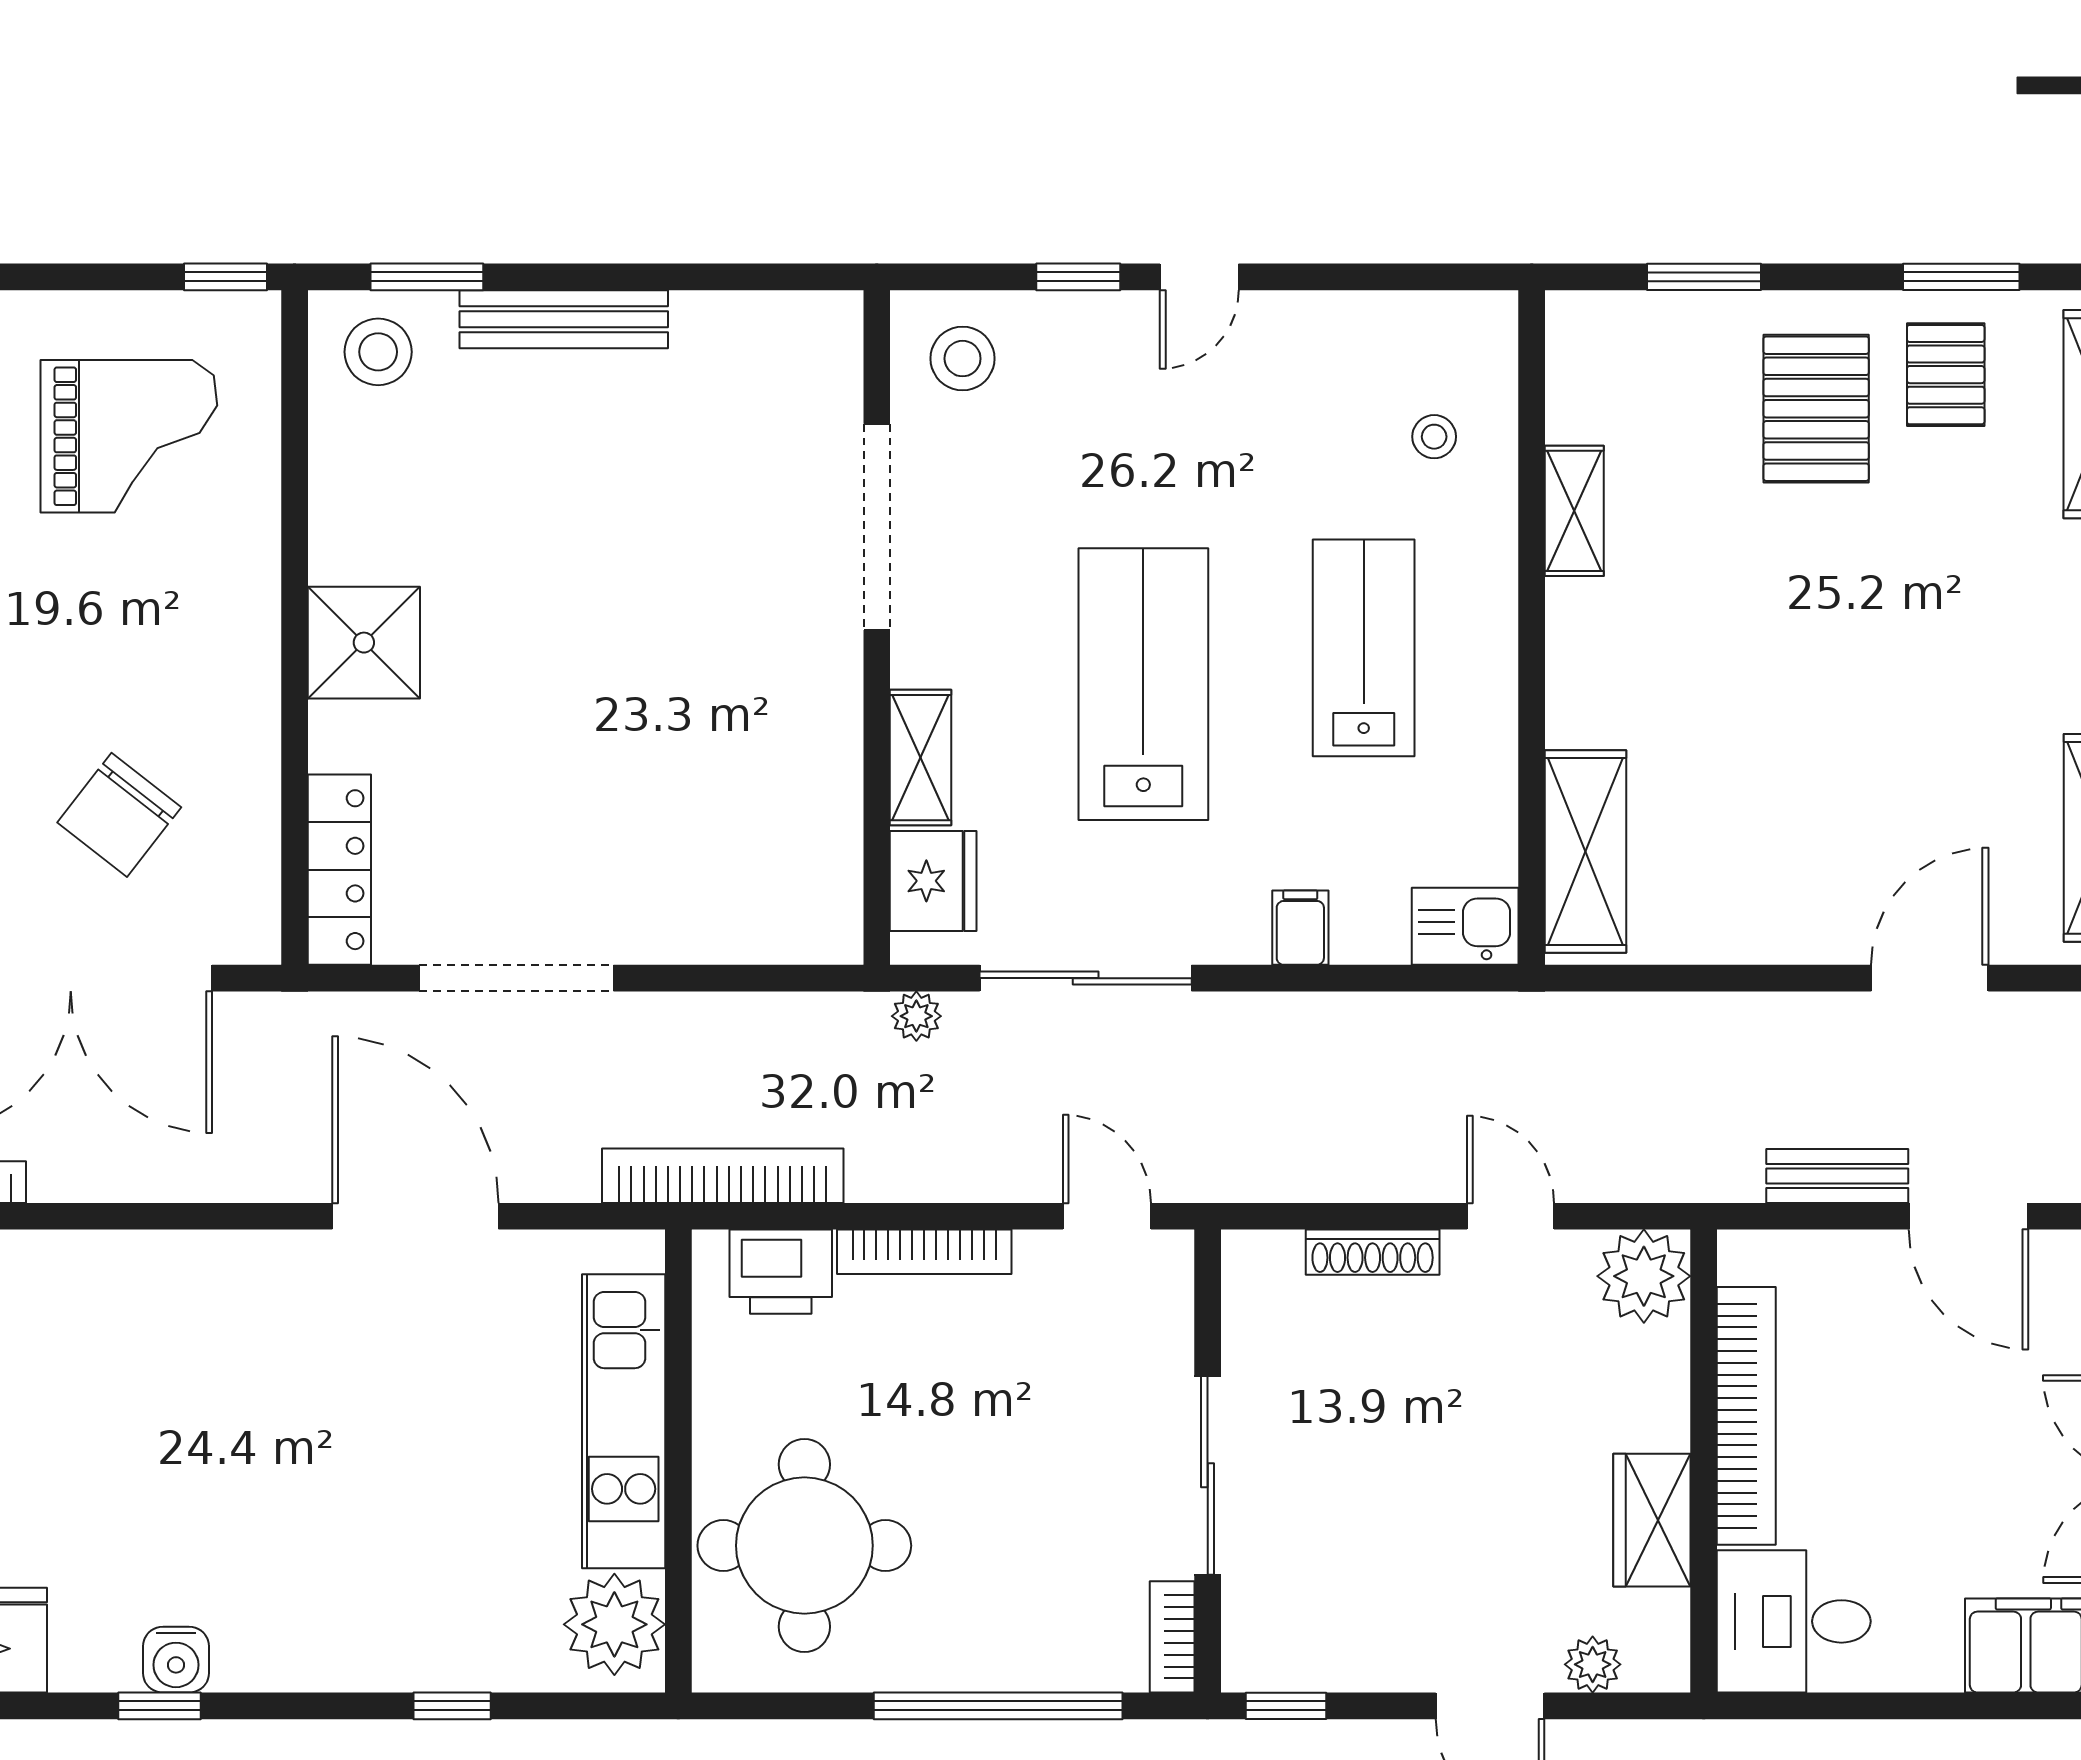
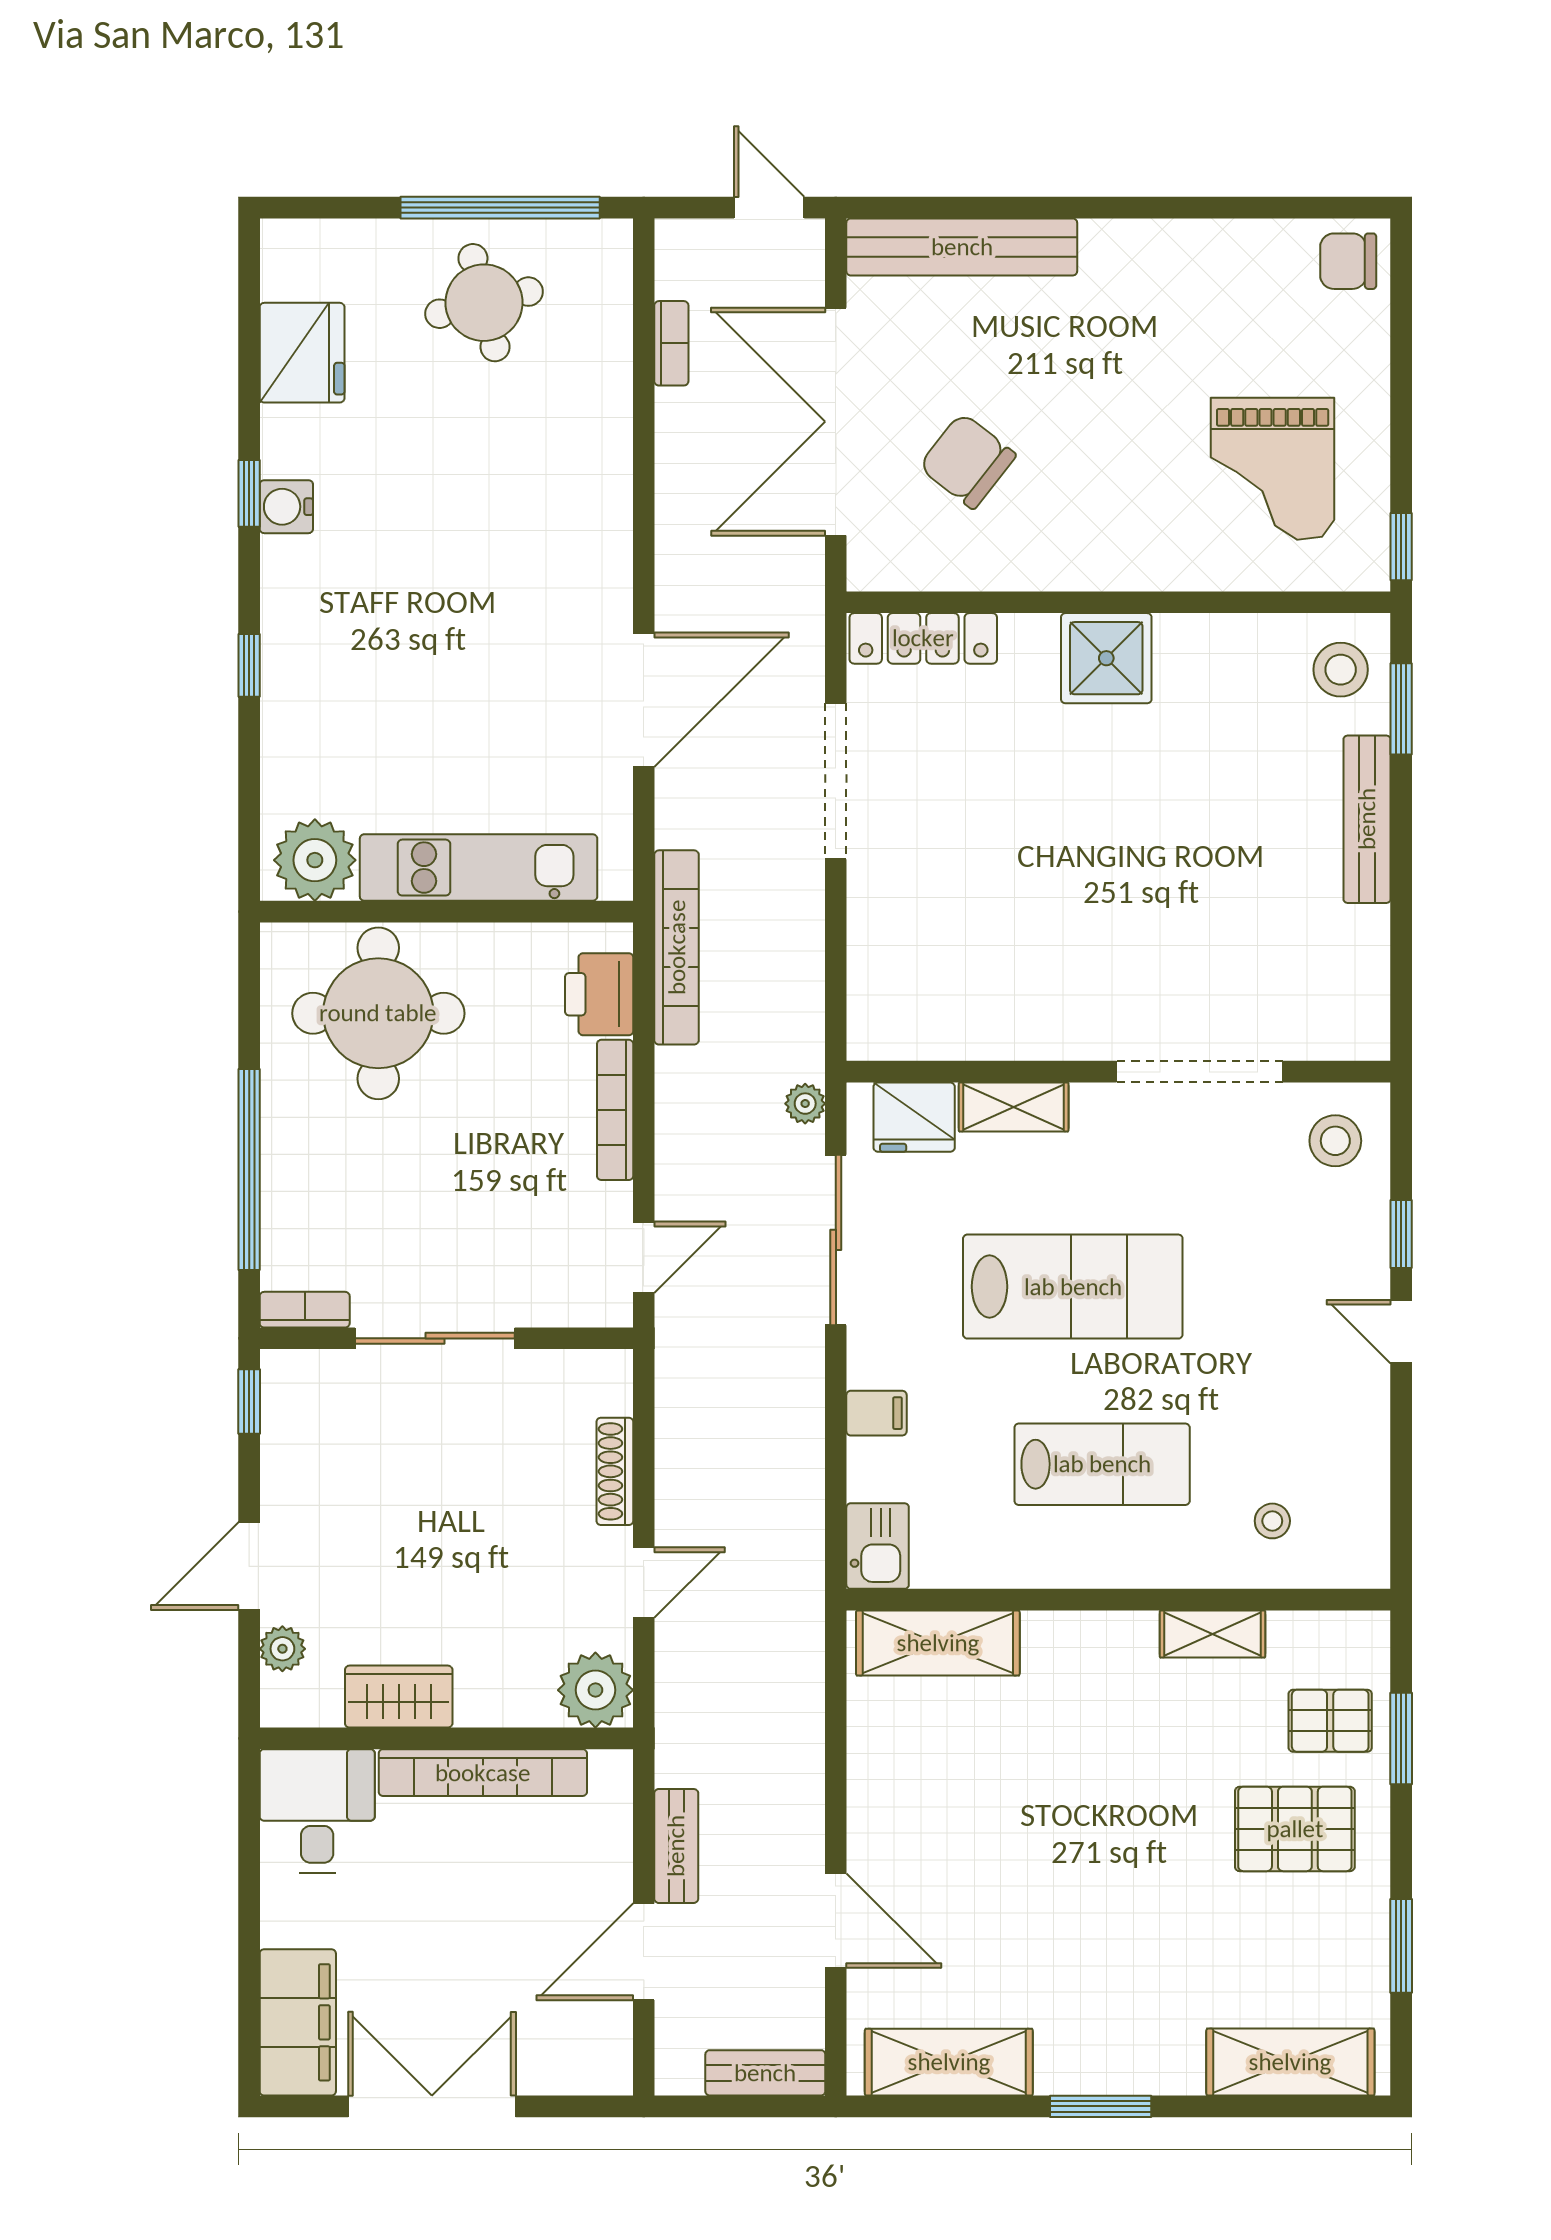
pallet: (1946, 375) -> (1330, 1721), moved
window: (452, 1706) -> (249, 665), moved

